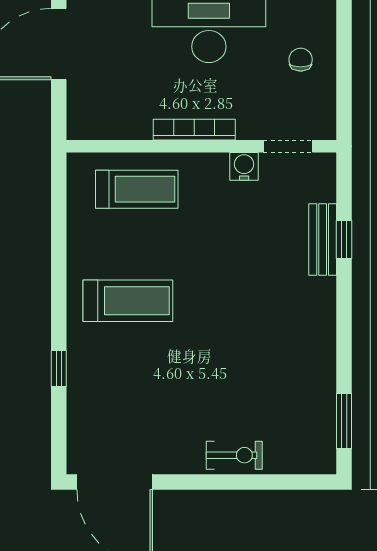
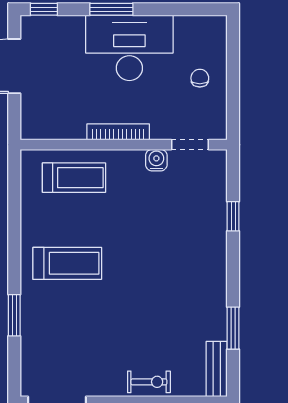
bench: (323, 239) -> (217, 369), moved
window: (59, 368) -> (14, 315), width x1.50
window: (344, 421) -> (233, 328), moved

